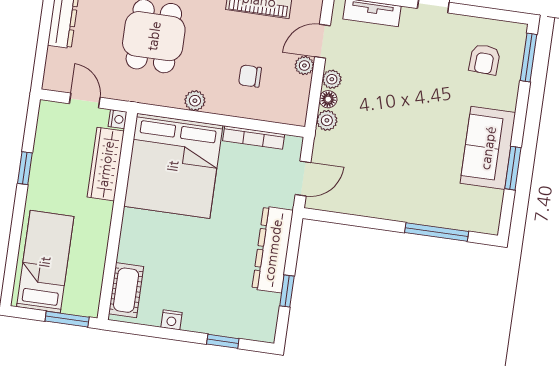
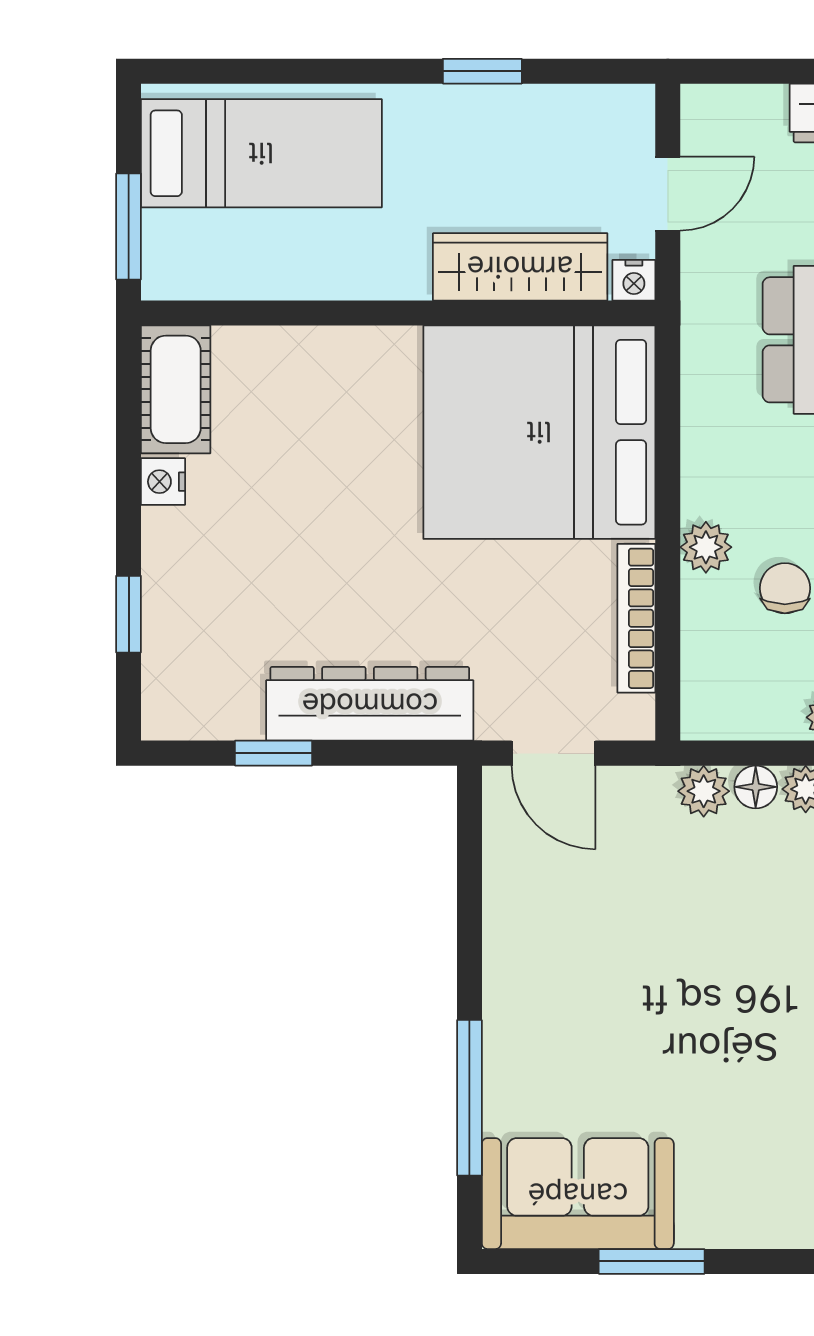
plant: (195, 101) -> (706, 547), moved
sofa: (488, 148) -> (578, 1194), moved
cot: (126, 290) -> (176, 389), moved, turned 90

